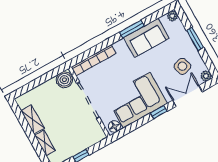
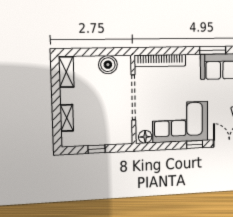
boiler: (64, 80) -> (108, 65), moved
shelving: (33, 119) -> (66, 72), moved

